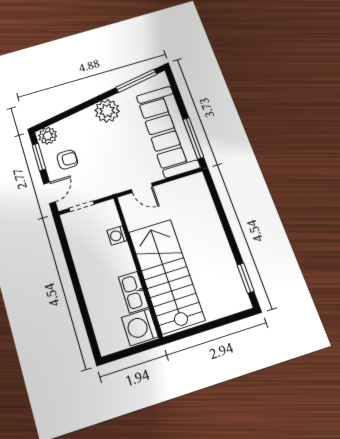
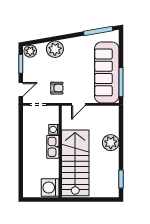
plant: (107, 111) -> (55, 49), moved
armchair: (67, 160) -> (57, 88), moved
door: (142, 188) -> (78, 104), hinge flipped
plant: (210, 228) -> (111, 143), added
kitchen sink: (133, 292) -> (53, 147), moved

